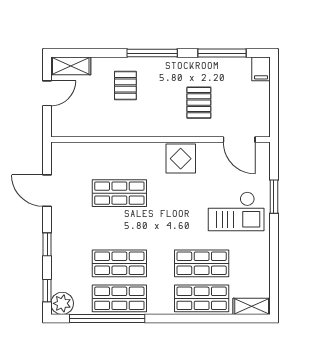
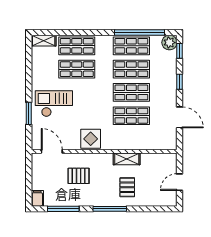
shelving: (71, 66) -> (127, 159), moved
pallet: (199, 103) -> (79, 176), turned 90
shop shelf: (119, 228) -> (131, 92), added

